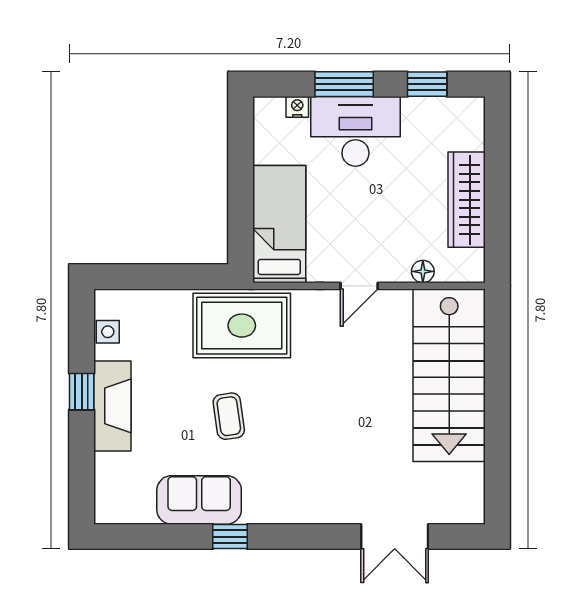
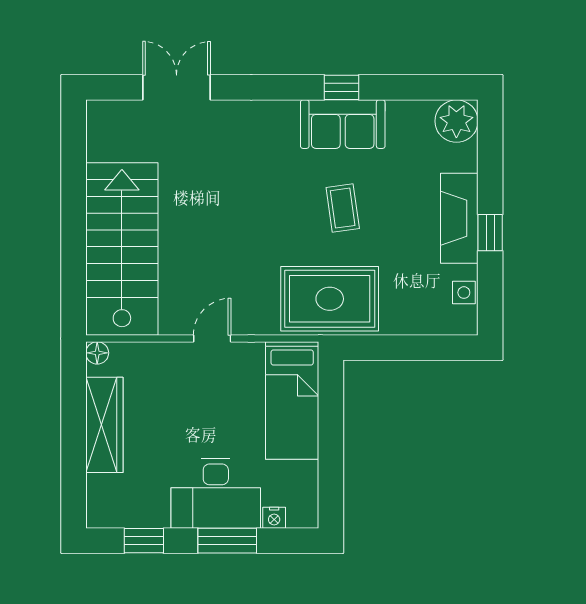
floor lamp: (423, 271) -> (97, 353), moved
sofa: (199, 500) -> (343, 124), moved
plant: (115, 503) -> (456, 121), added

